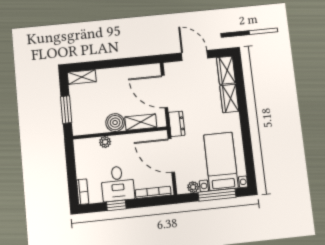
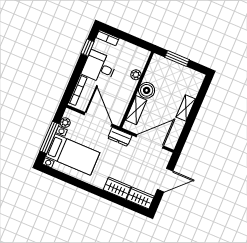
shelving: (82, 77) -> (186, 108), moved
door: (171, 155) -> (98, 119), hinge flipped
window: (116, 205) -> (88, 48), moved

